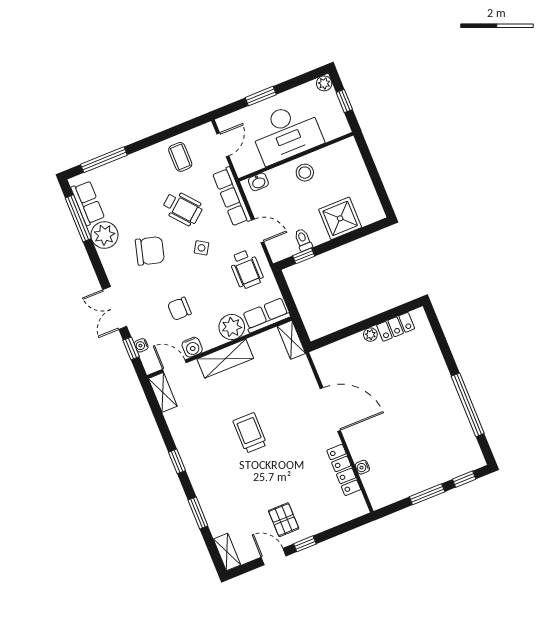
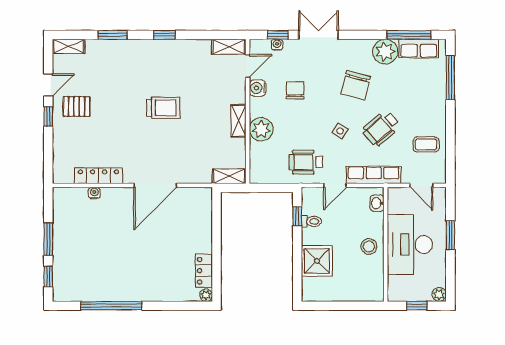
row of seats: (266, 315) -> (259, 163), removed
plant: (370, 335) -> (206, 295), moved
shelving: (225, 359) -> (239, 121), width x0.67, depth x0.75

